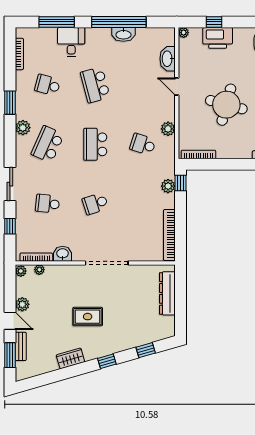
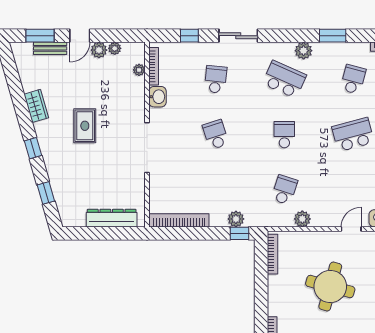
school desk: (95, 144) -> (284, 135), width x0.54
plant: (21, 271) -> (115, 48), moved

